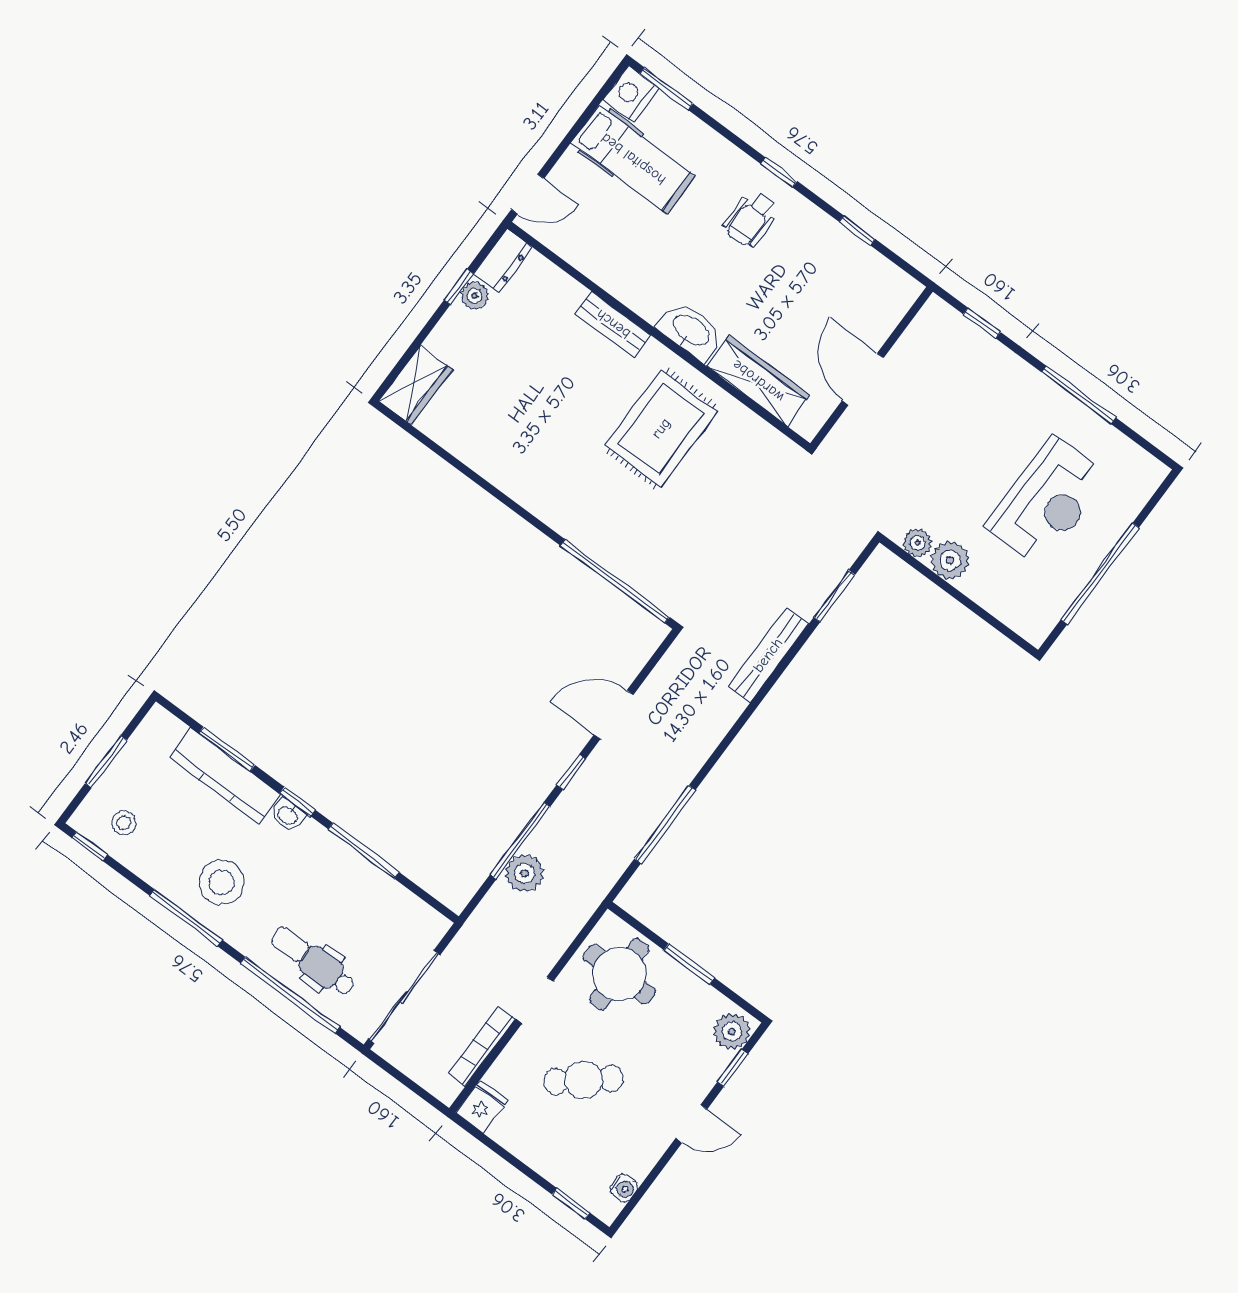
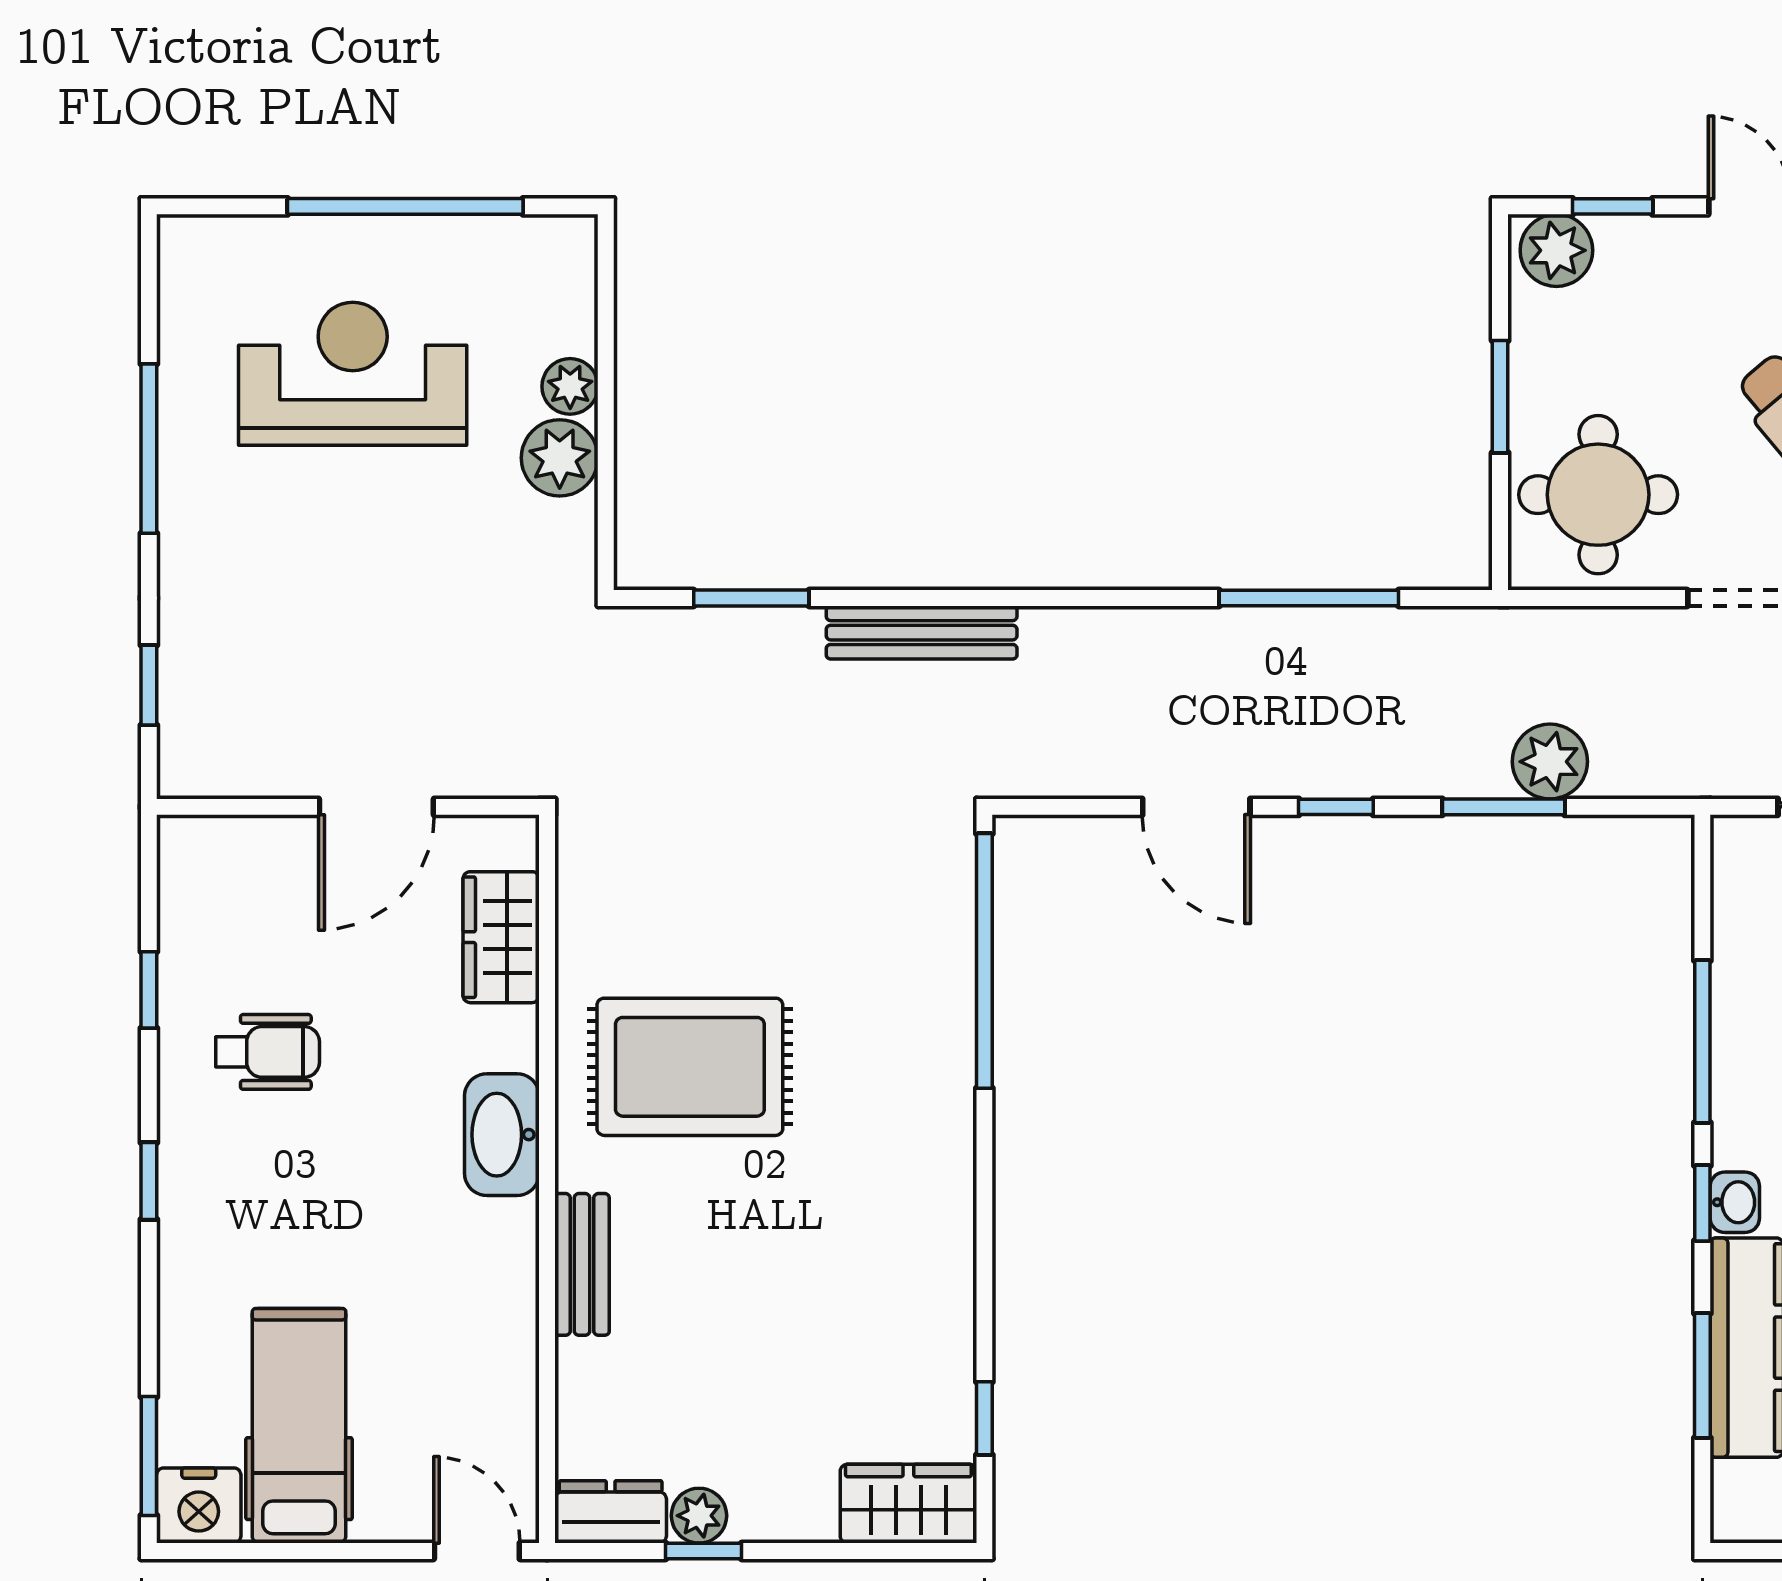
wheelchair: (751, 219) -> (267, 1052), moved
wardrobe: (758, 381) -> (501, 937), width x0.67
window: (428, 442) -> (984, 1418), added
plant: (918, 543) -> (570, 386), moved
window: (520, 841) -> (1504, 807), width x0.69

